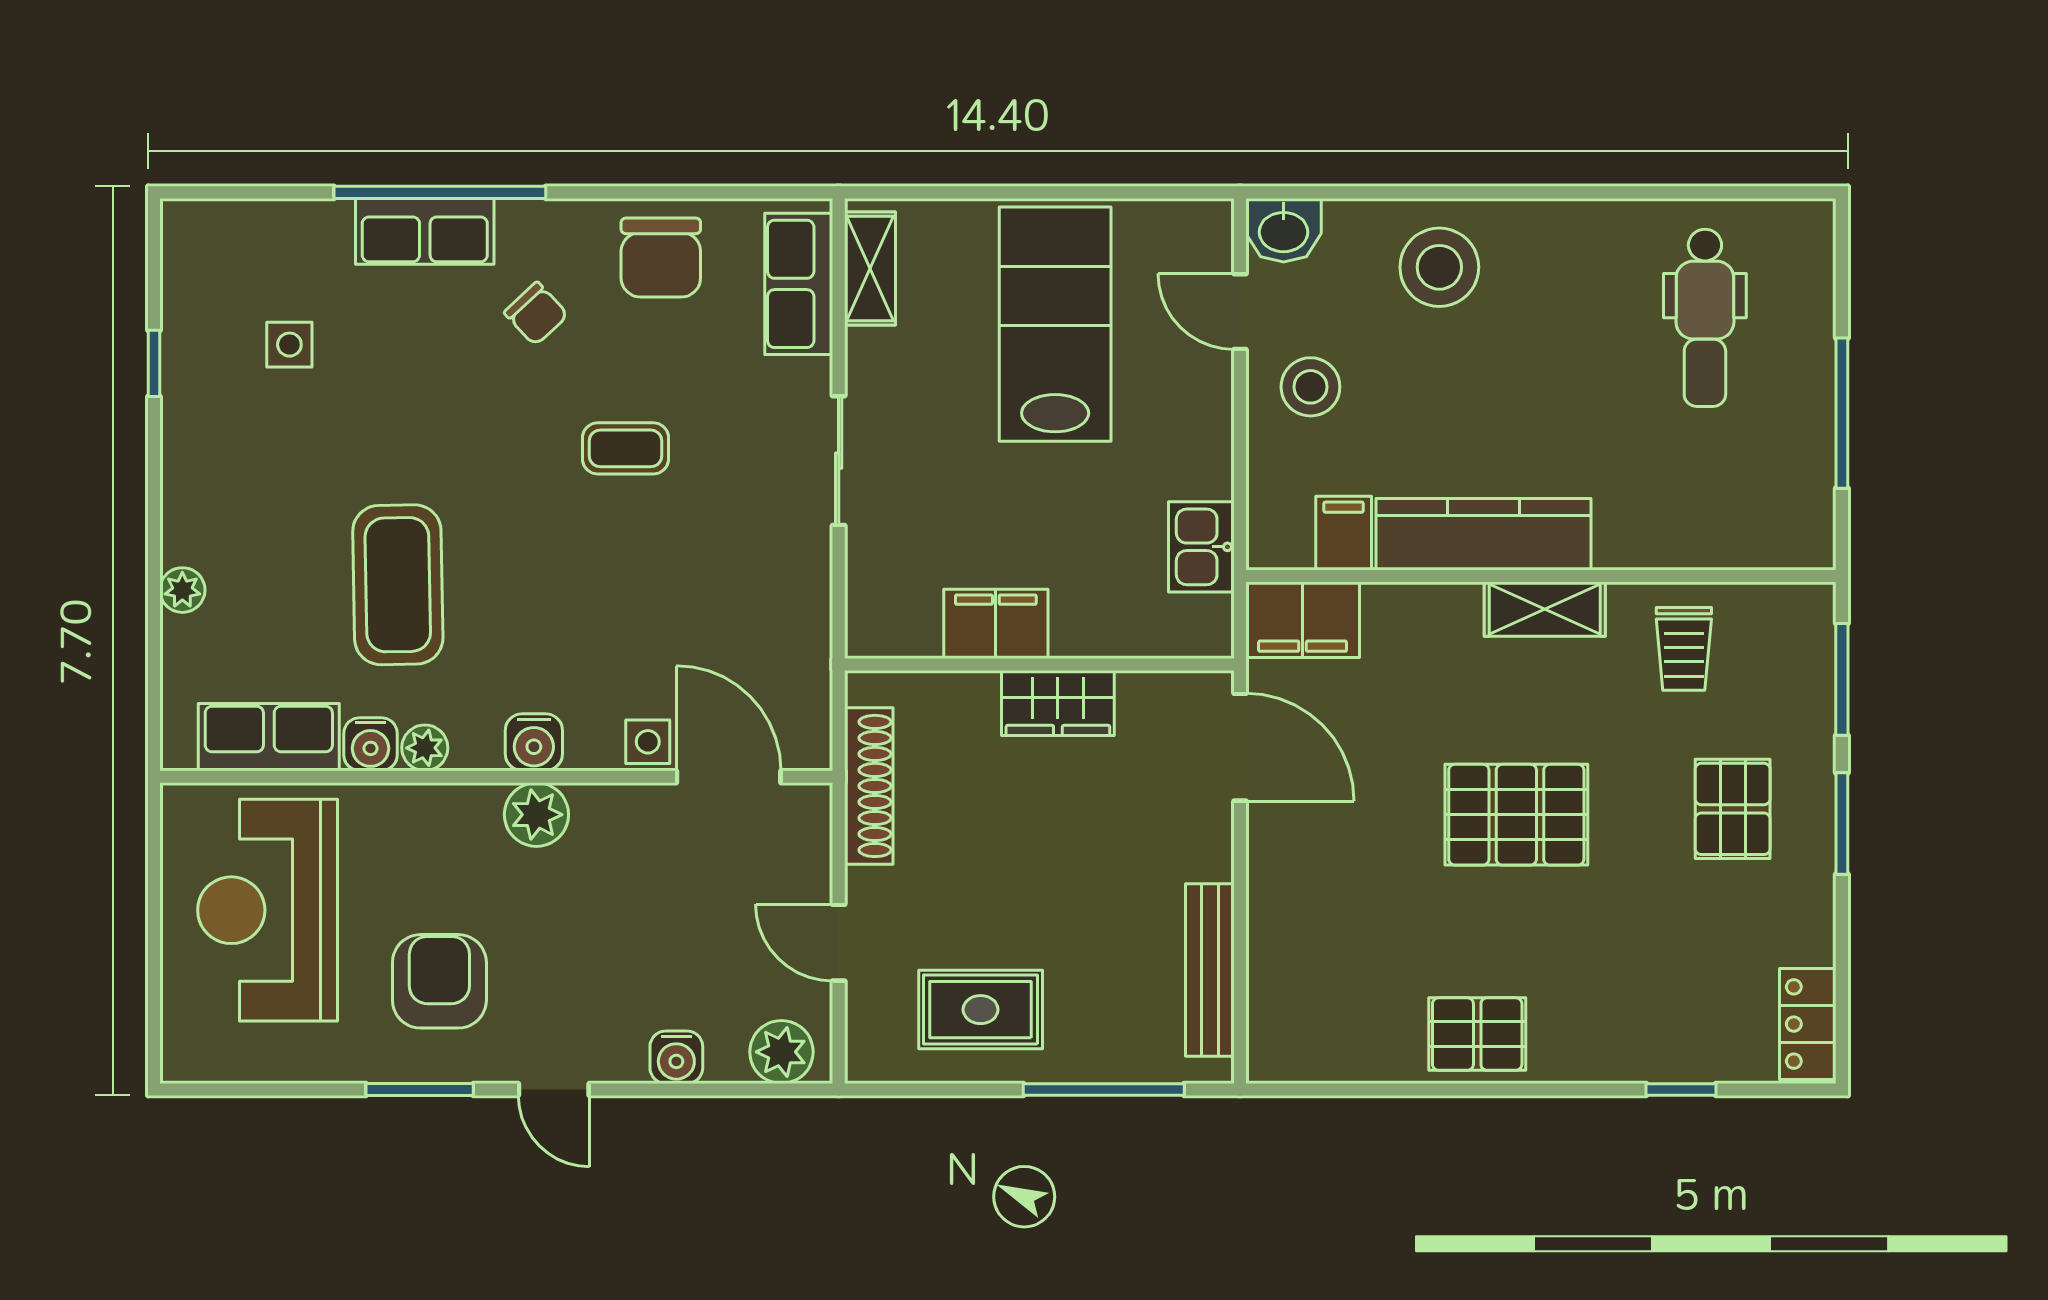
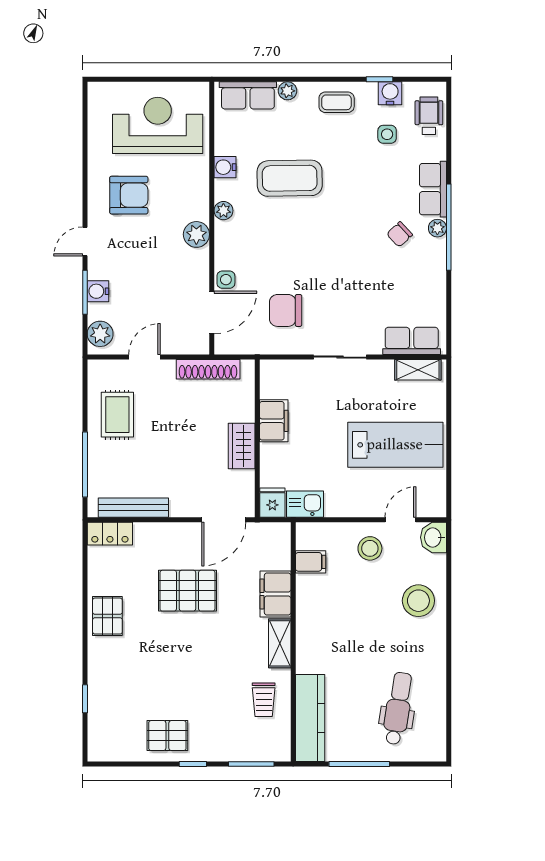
window: (440, 192) -> (449, 227), moved
plant: (521, 220) -> (437, 228), added
wheelchair: (244, 241) -> (429, 116), added
chair: (661, 258) -> (286, 310), moved
dental chair: (1705, 318) -> (398, 708), turned 99
coffee table: (626, 448) -> (337, 102), moved, turned 90
kitchen counter: (1483, 534) -> (310, 718), moved
filing cabinet: (1303, 620) -> (275, 594), moved
fridge: (1198, 627) -> (272, 503), added
trolley: (1684, 649) -> (264, 700), turned -90
row of seats: (269, 737) -> (248, 95), moved, turned 90
water cooler: (534, 742) -> (390, 93), moved, turned 90
plant: (425, 748) -> (223, 211), moved
pallet: (1733, 809) -> (167, 736), moved
pallet: (1516, 815) -> (187, 591), moved, turned 90
window: (1842, 823) -> (193, 764), width x0.67
locker: (1808, 1024) -> (110, 534), moved, turned 180
window: (420, 1089) -> (85, 292), moved

